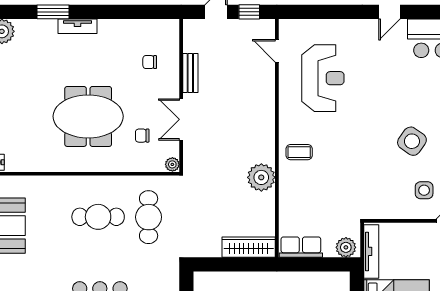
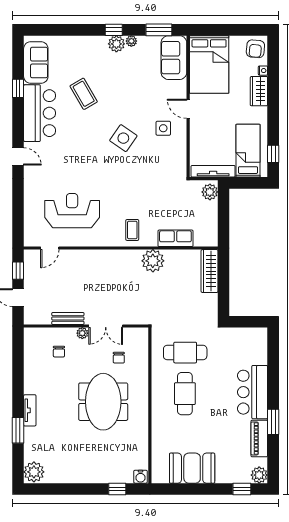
plant: (172, 164) -> (82, 333), moved
row of seats: (301, 247) -> (175, 238), moved, turned 90

